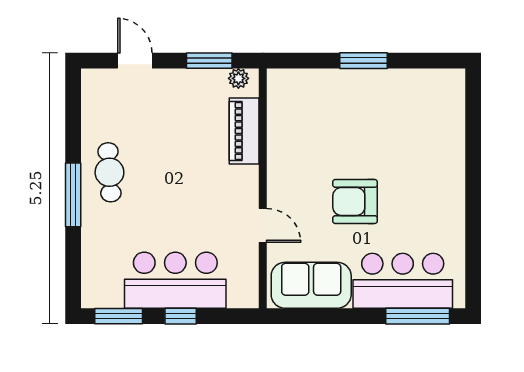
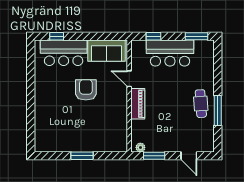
piano: (244, 131) -> (138, 104), moved
window: (73, 195) -> (218, 110), moved
armchair: (355, 201) -> (86, 90), turned -90
window: (181, 316) -> (154, 36), moved
window: (418, 316) -> (57, 36), width x0.46

